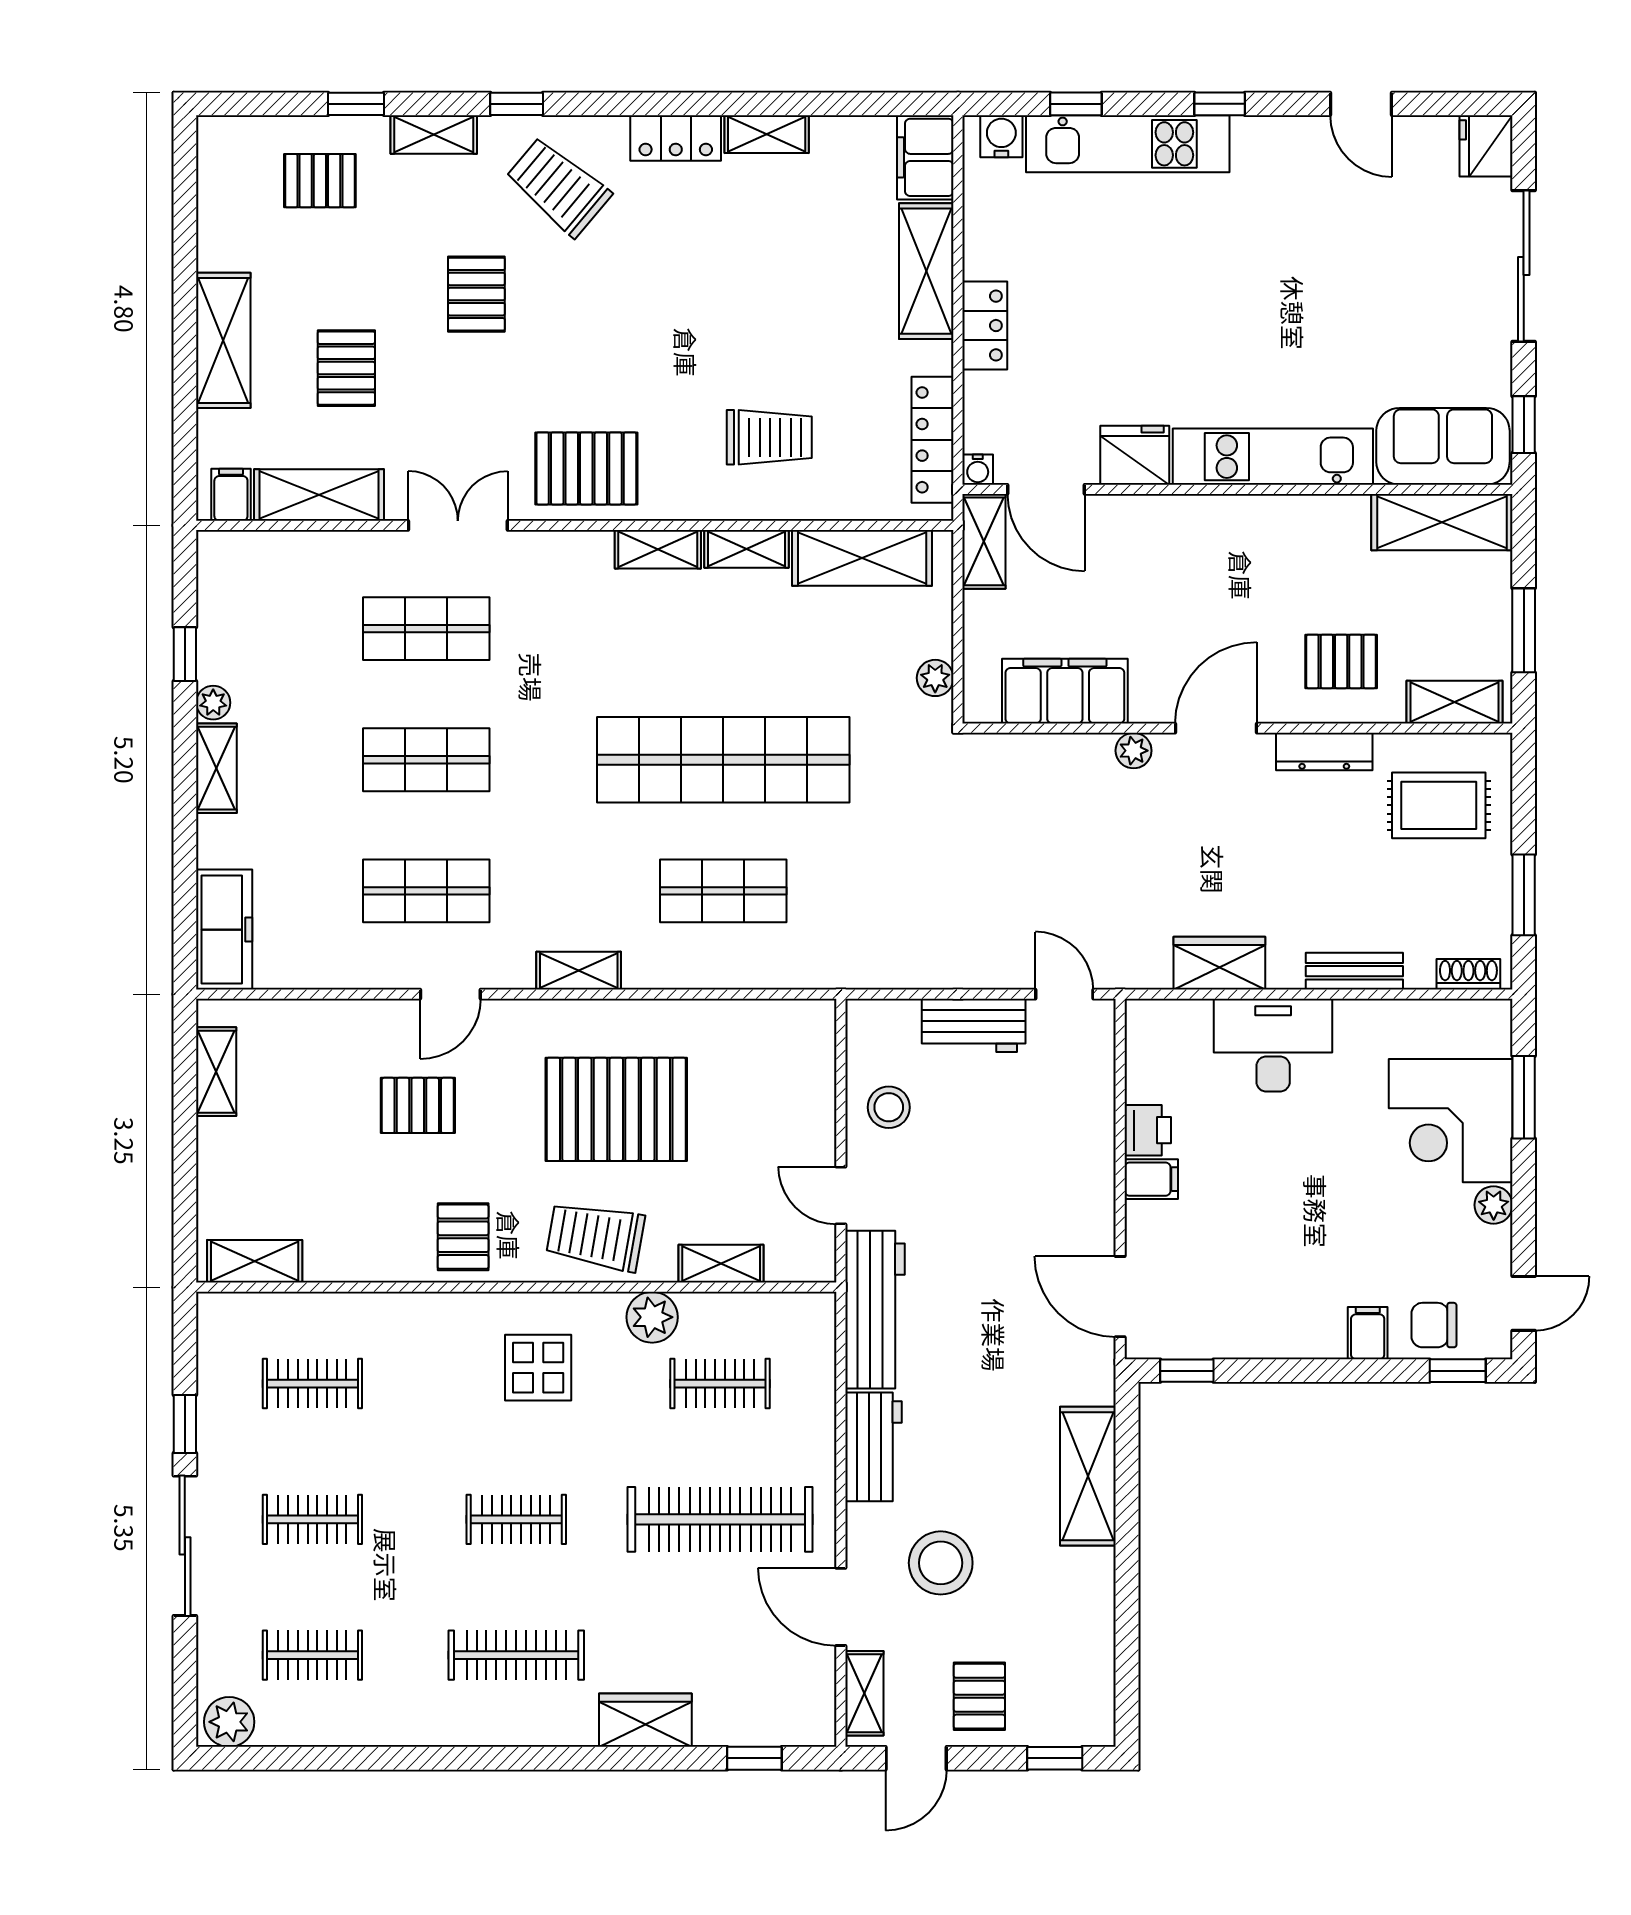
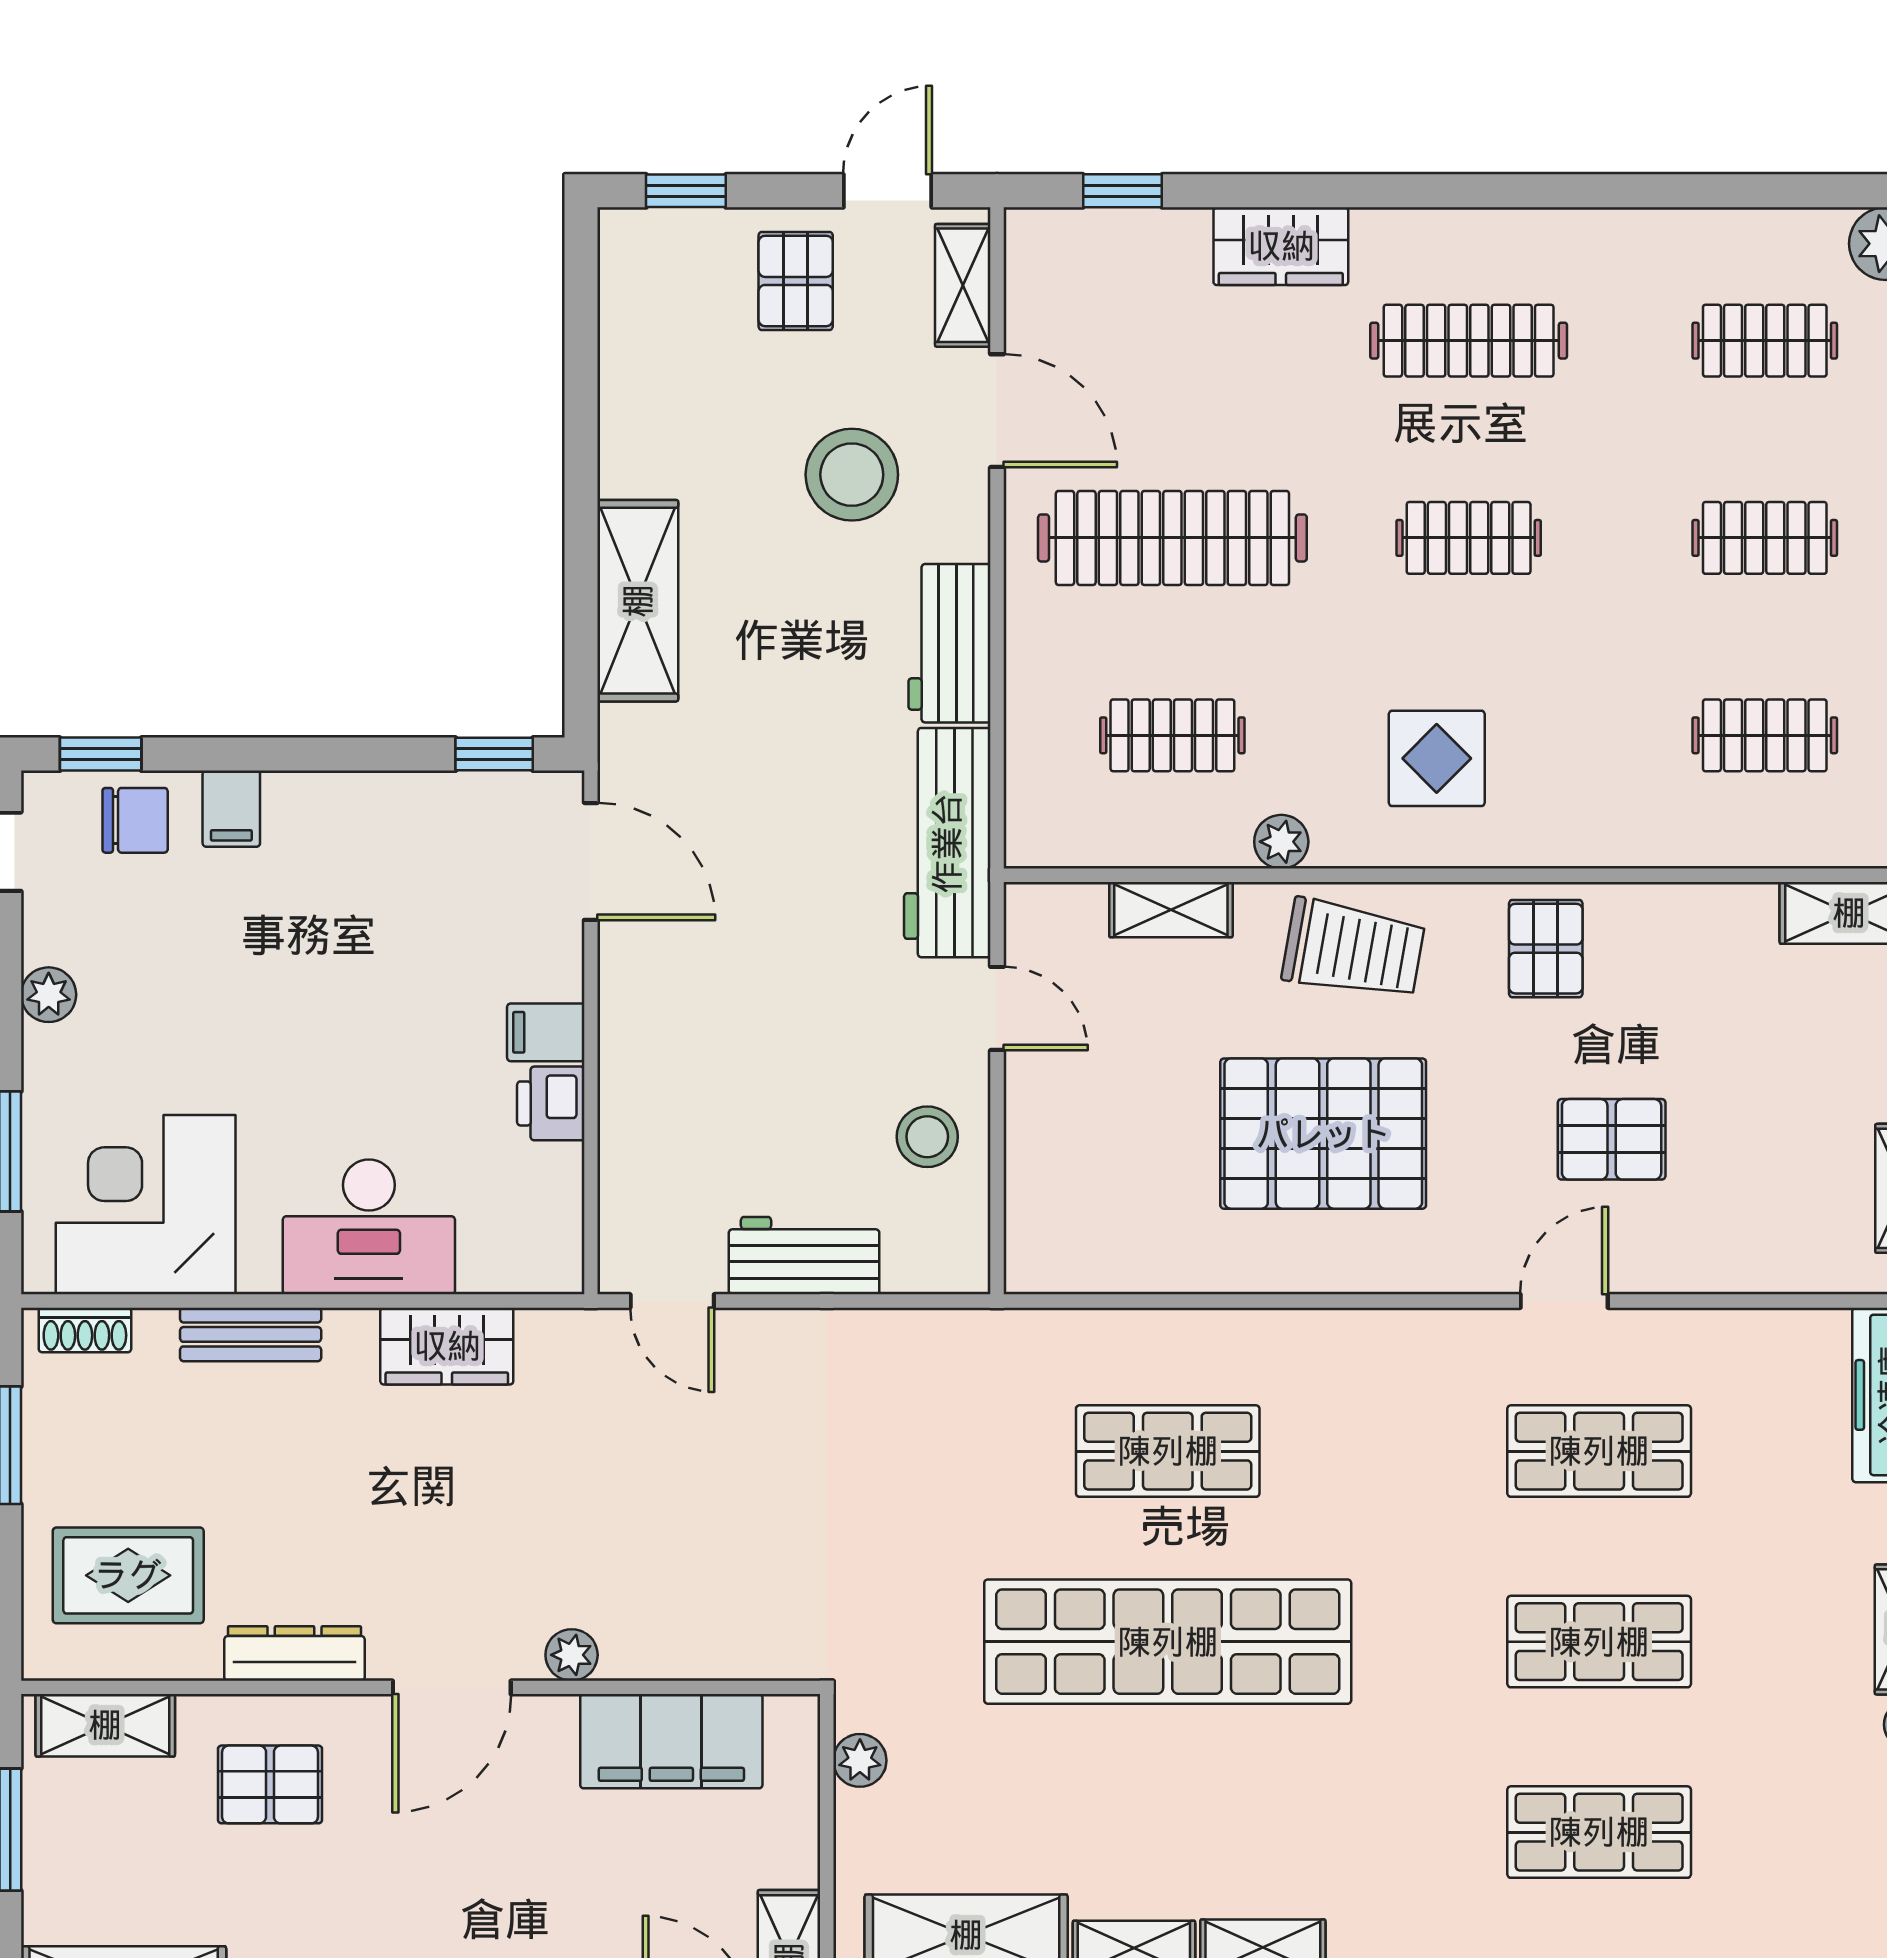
shelving: (579, 971) -> (1378, 1335), removed
corner desk: (1451, 1121) -> (146, 1205), moved, turned -90
plant: (652, 1317) -> (1281, 842), width x0.73, depth x0.73

